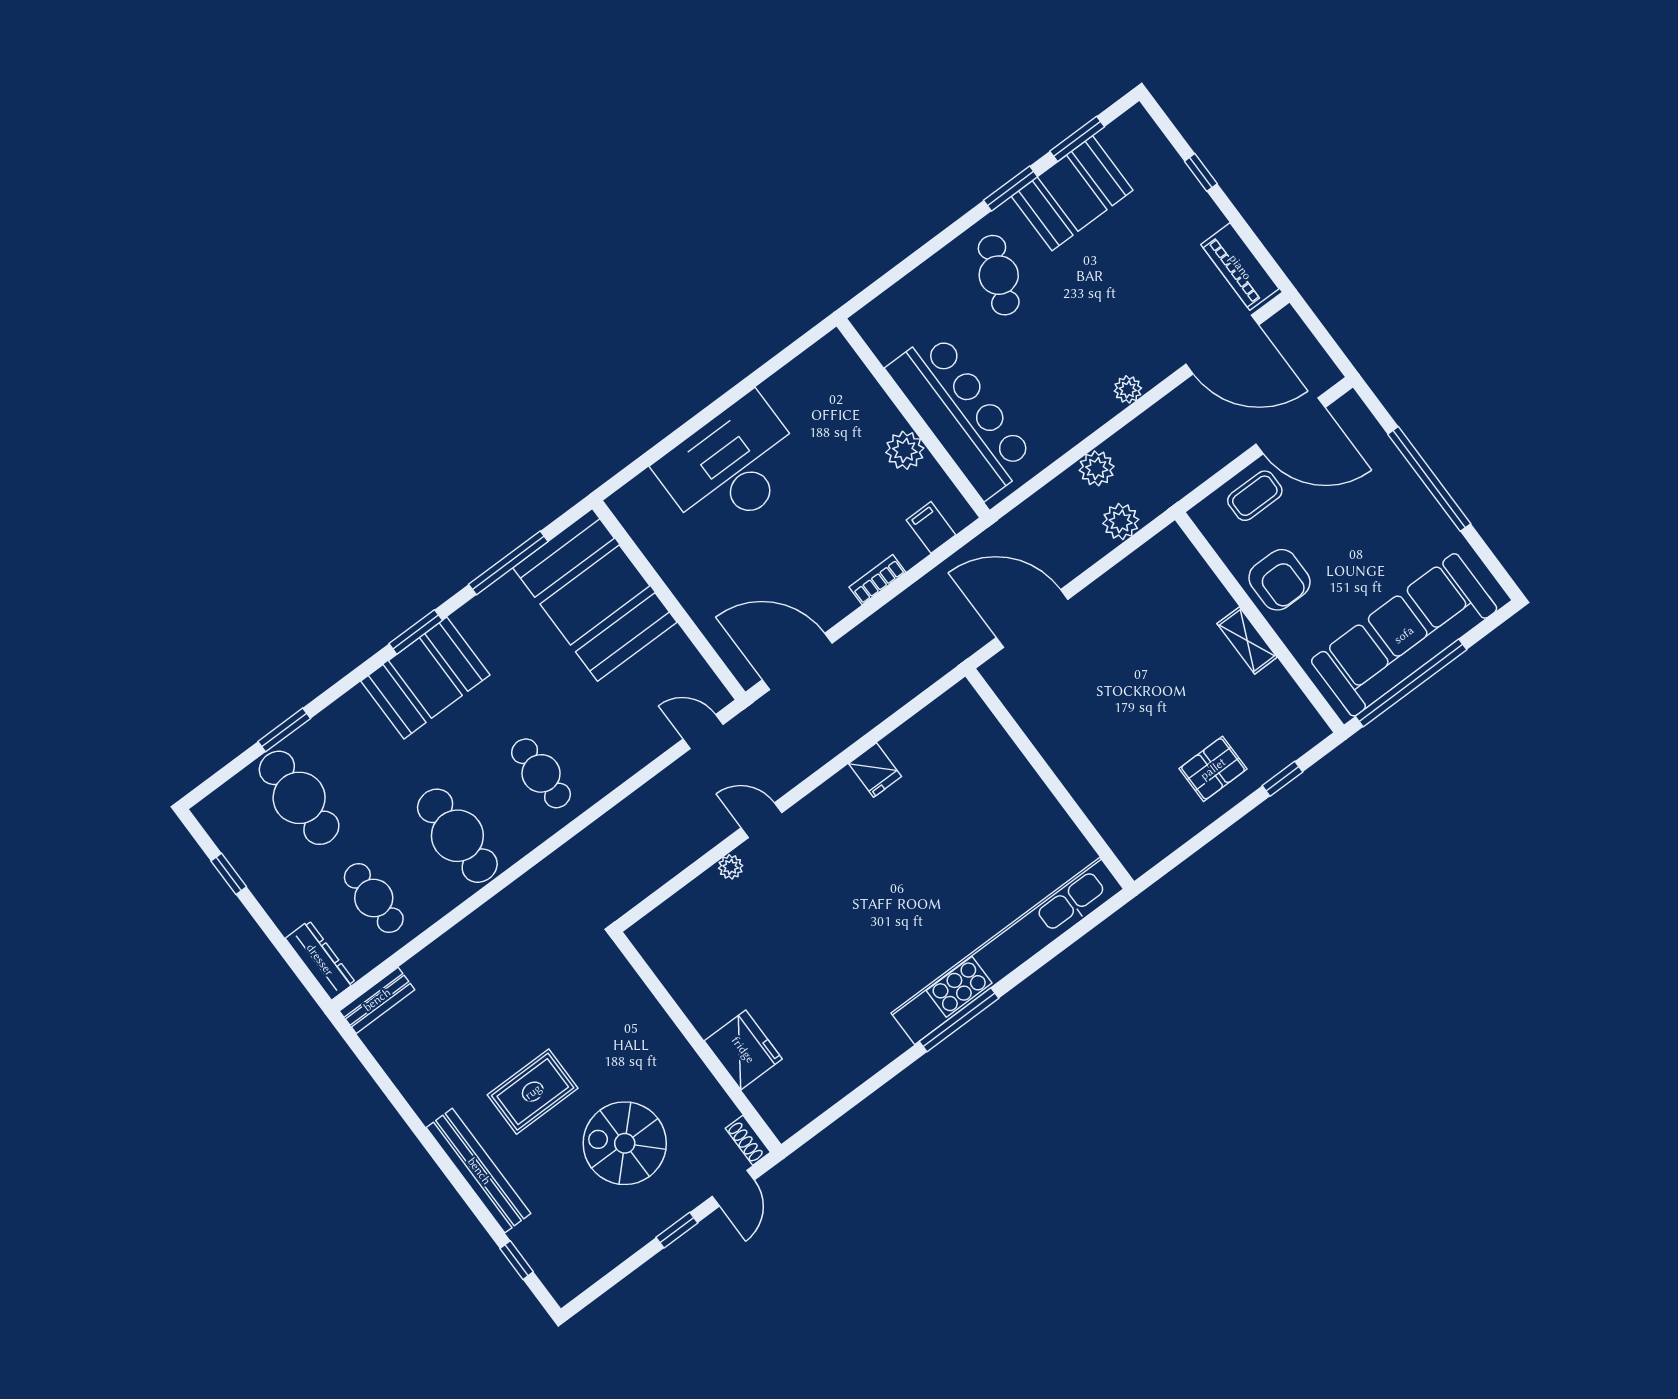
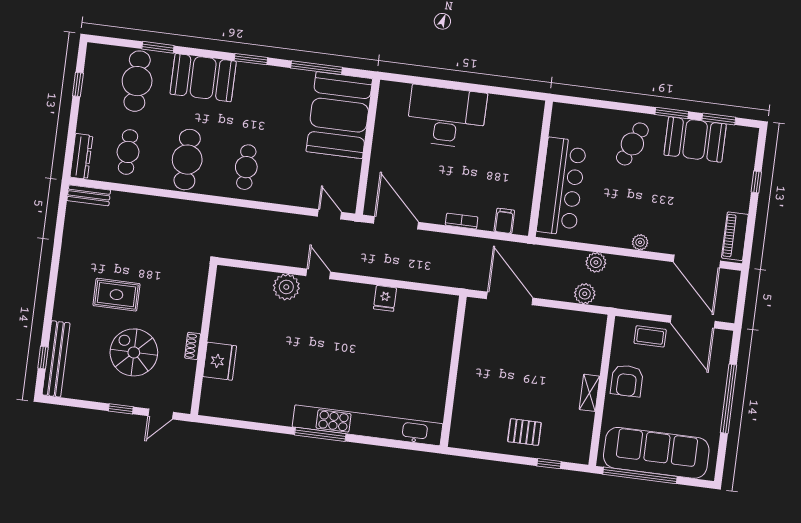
plant: (905, 450) -> (524, 179), removed
booth: (425, 678) -> (203, 78), moved
plant: (731, 867) -> (286, 287), width x1.87, depth x1.87
shoe rack: (748, 1140) -> (193, 346), moved
bench: (479, 1171) -> (56, 359), moved

